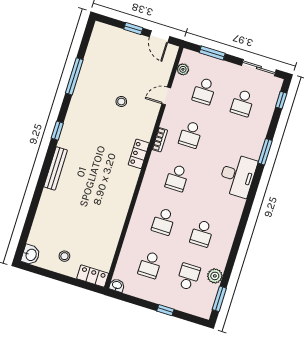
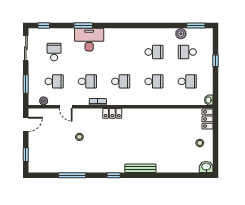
window: (133, 28) -> (26, 155), moved
school desk: (242, 103) -> (54, 52), turned -90
desk: (238, 176) -> (89, 40), moved

